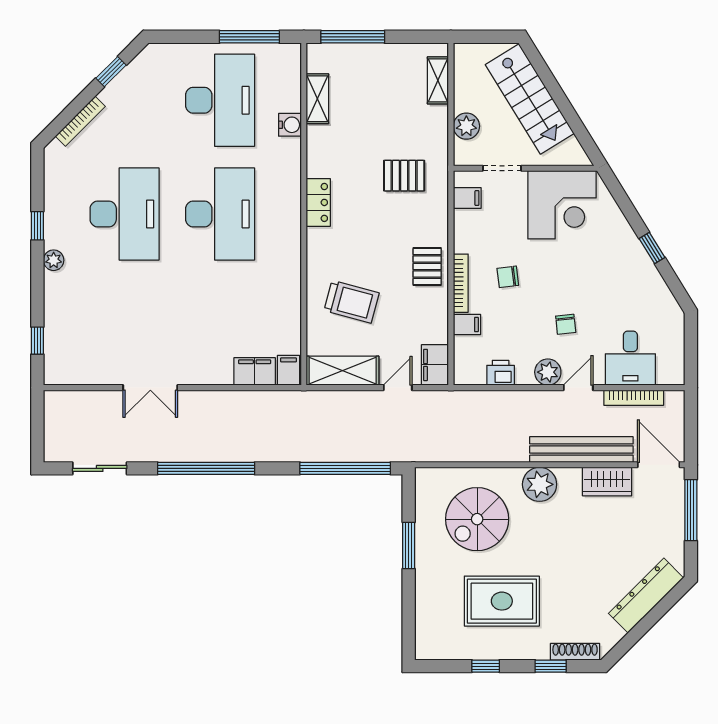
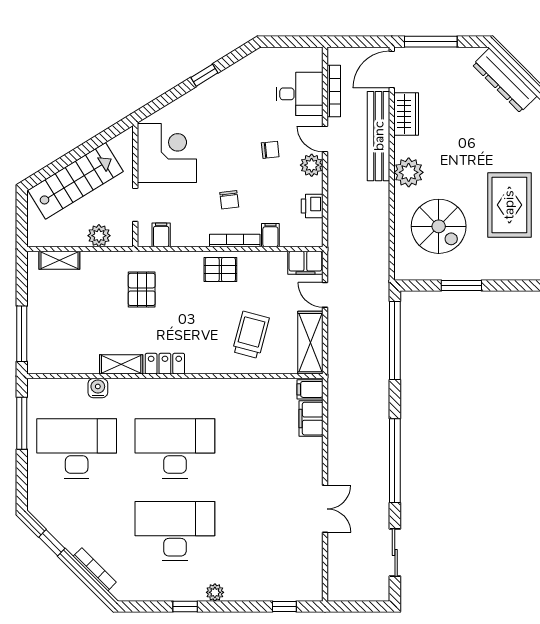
shelving: (317, 99) -> (121, 364), moved

